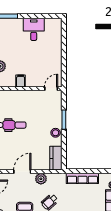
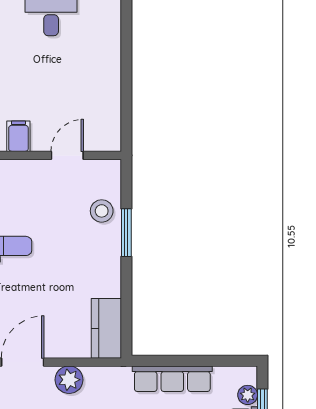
door: (51, 89) -> (67, 155), moved
stool: (56, 133) -> (102, 211), moved

